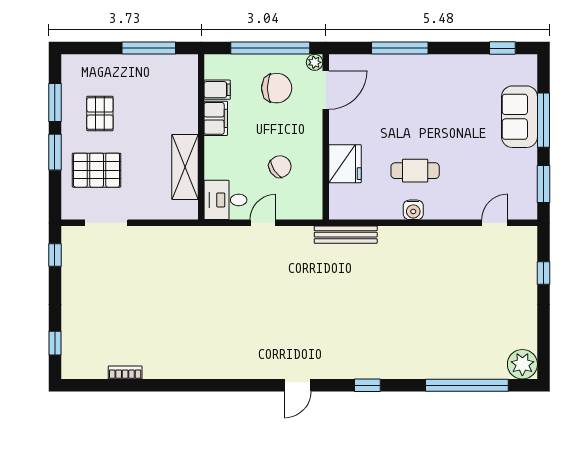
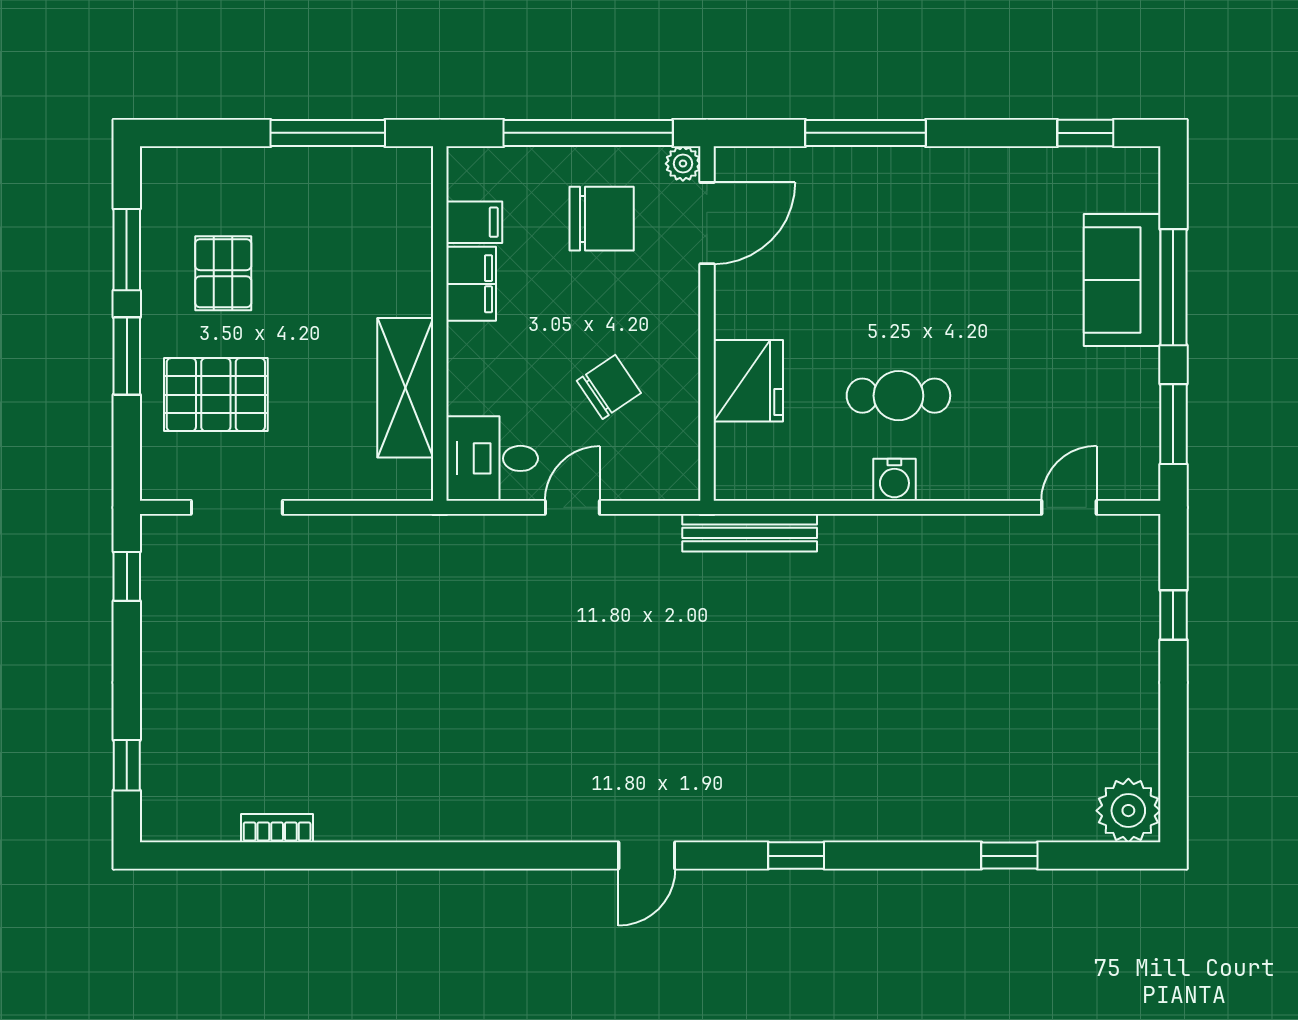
window: (467, 385) -> (1009, 856), width x0.32

